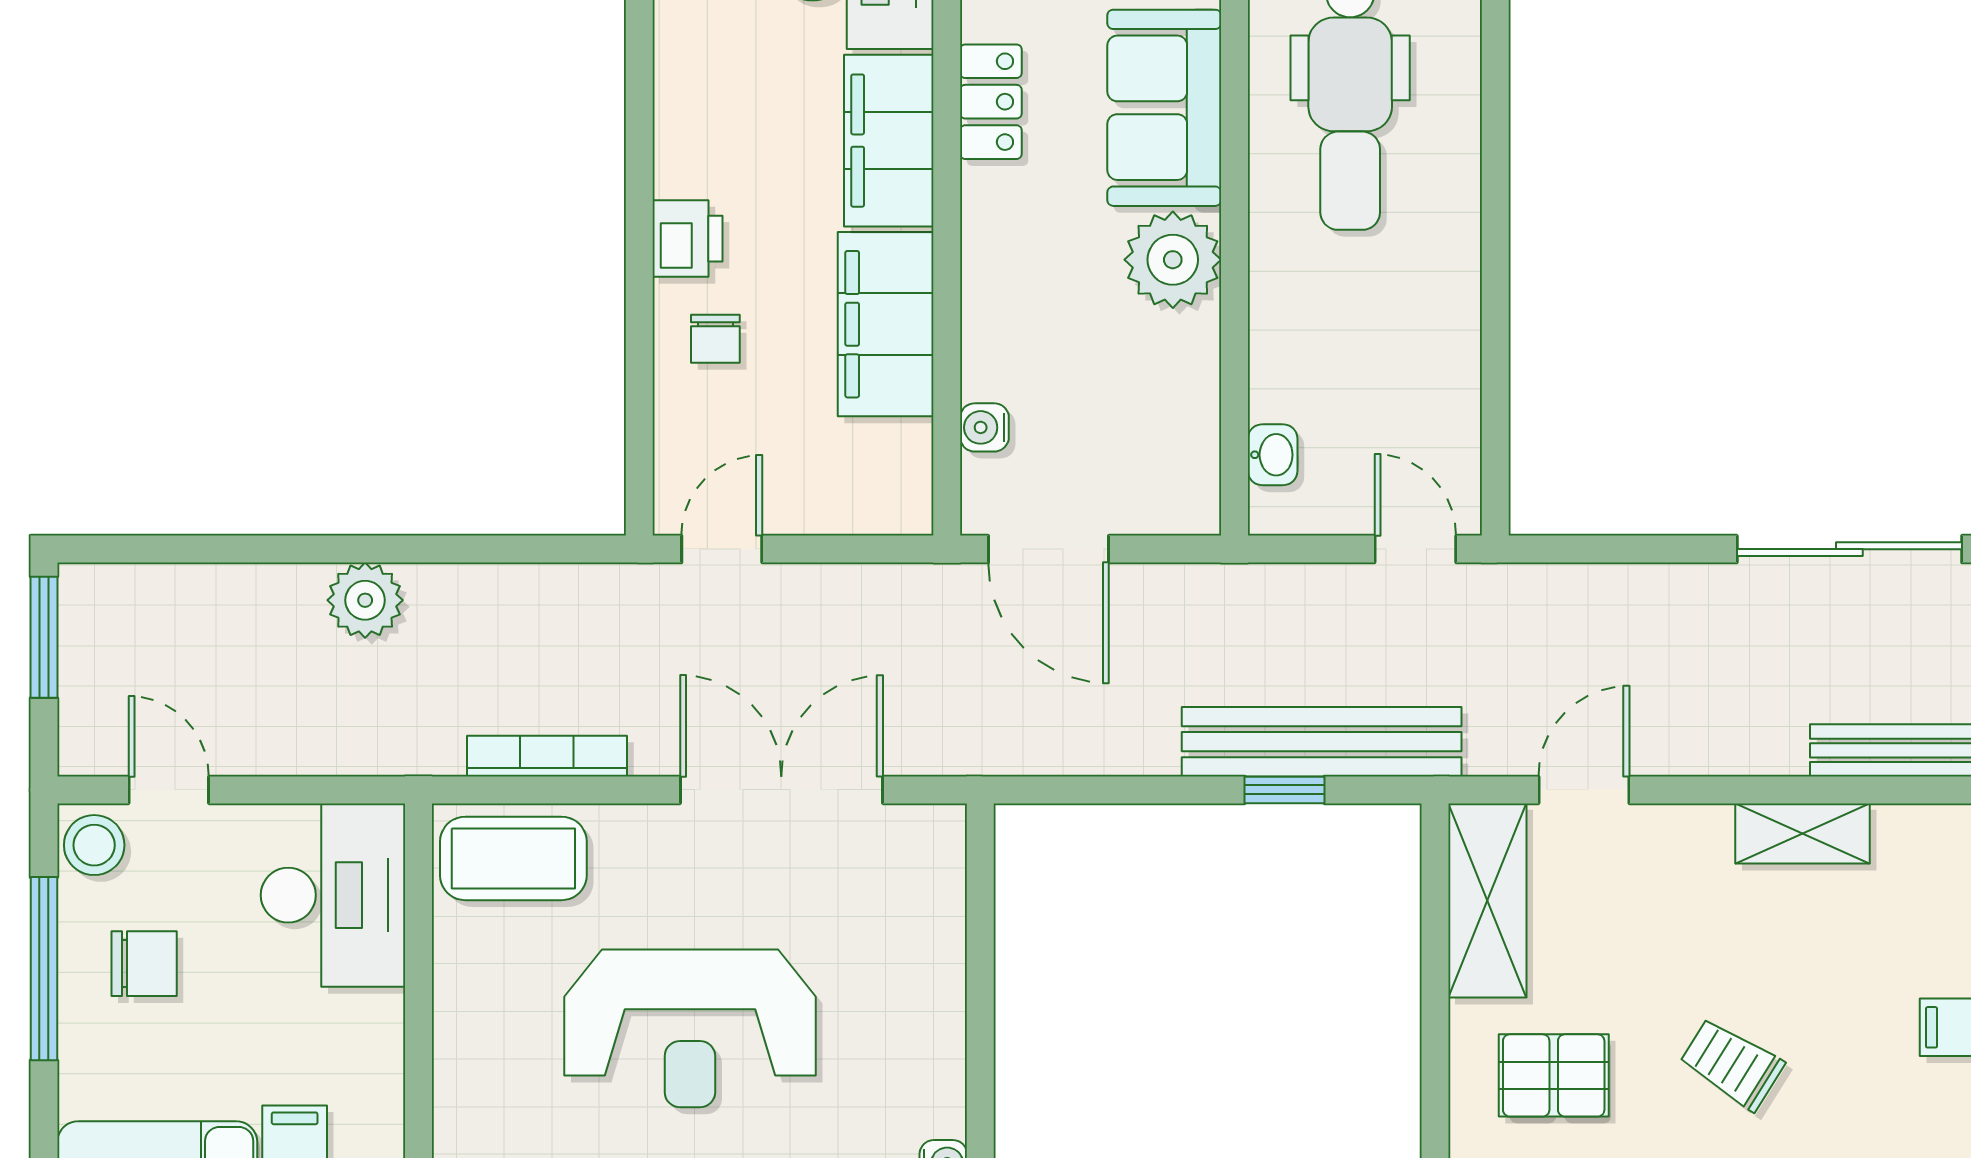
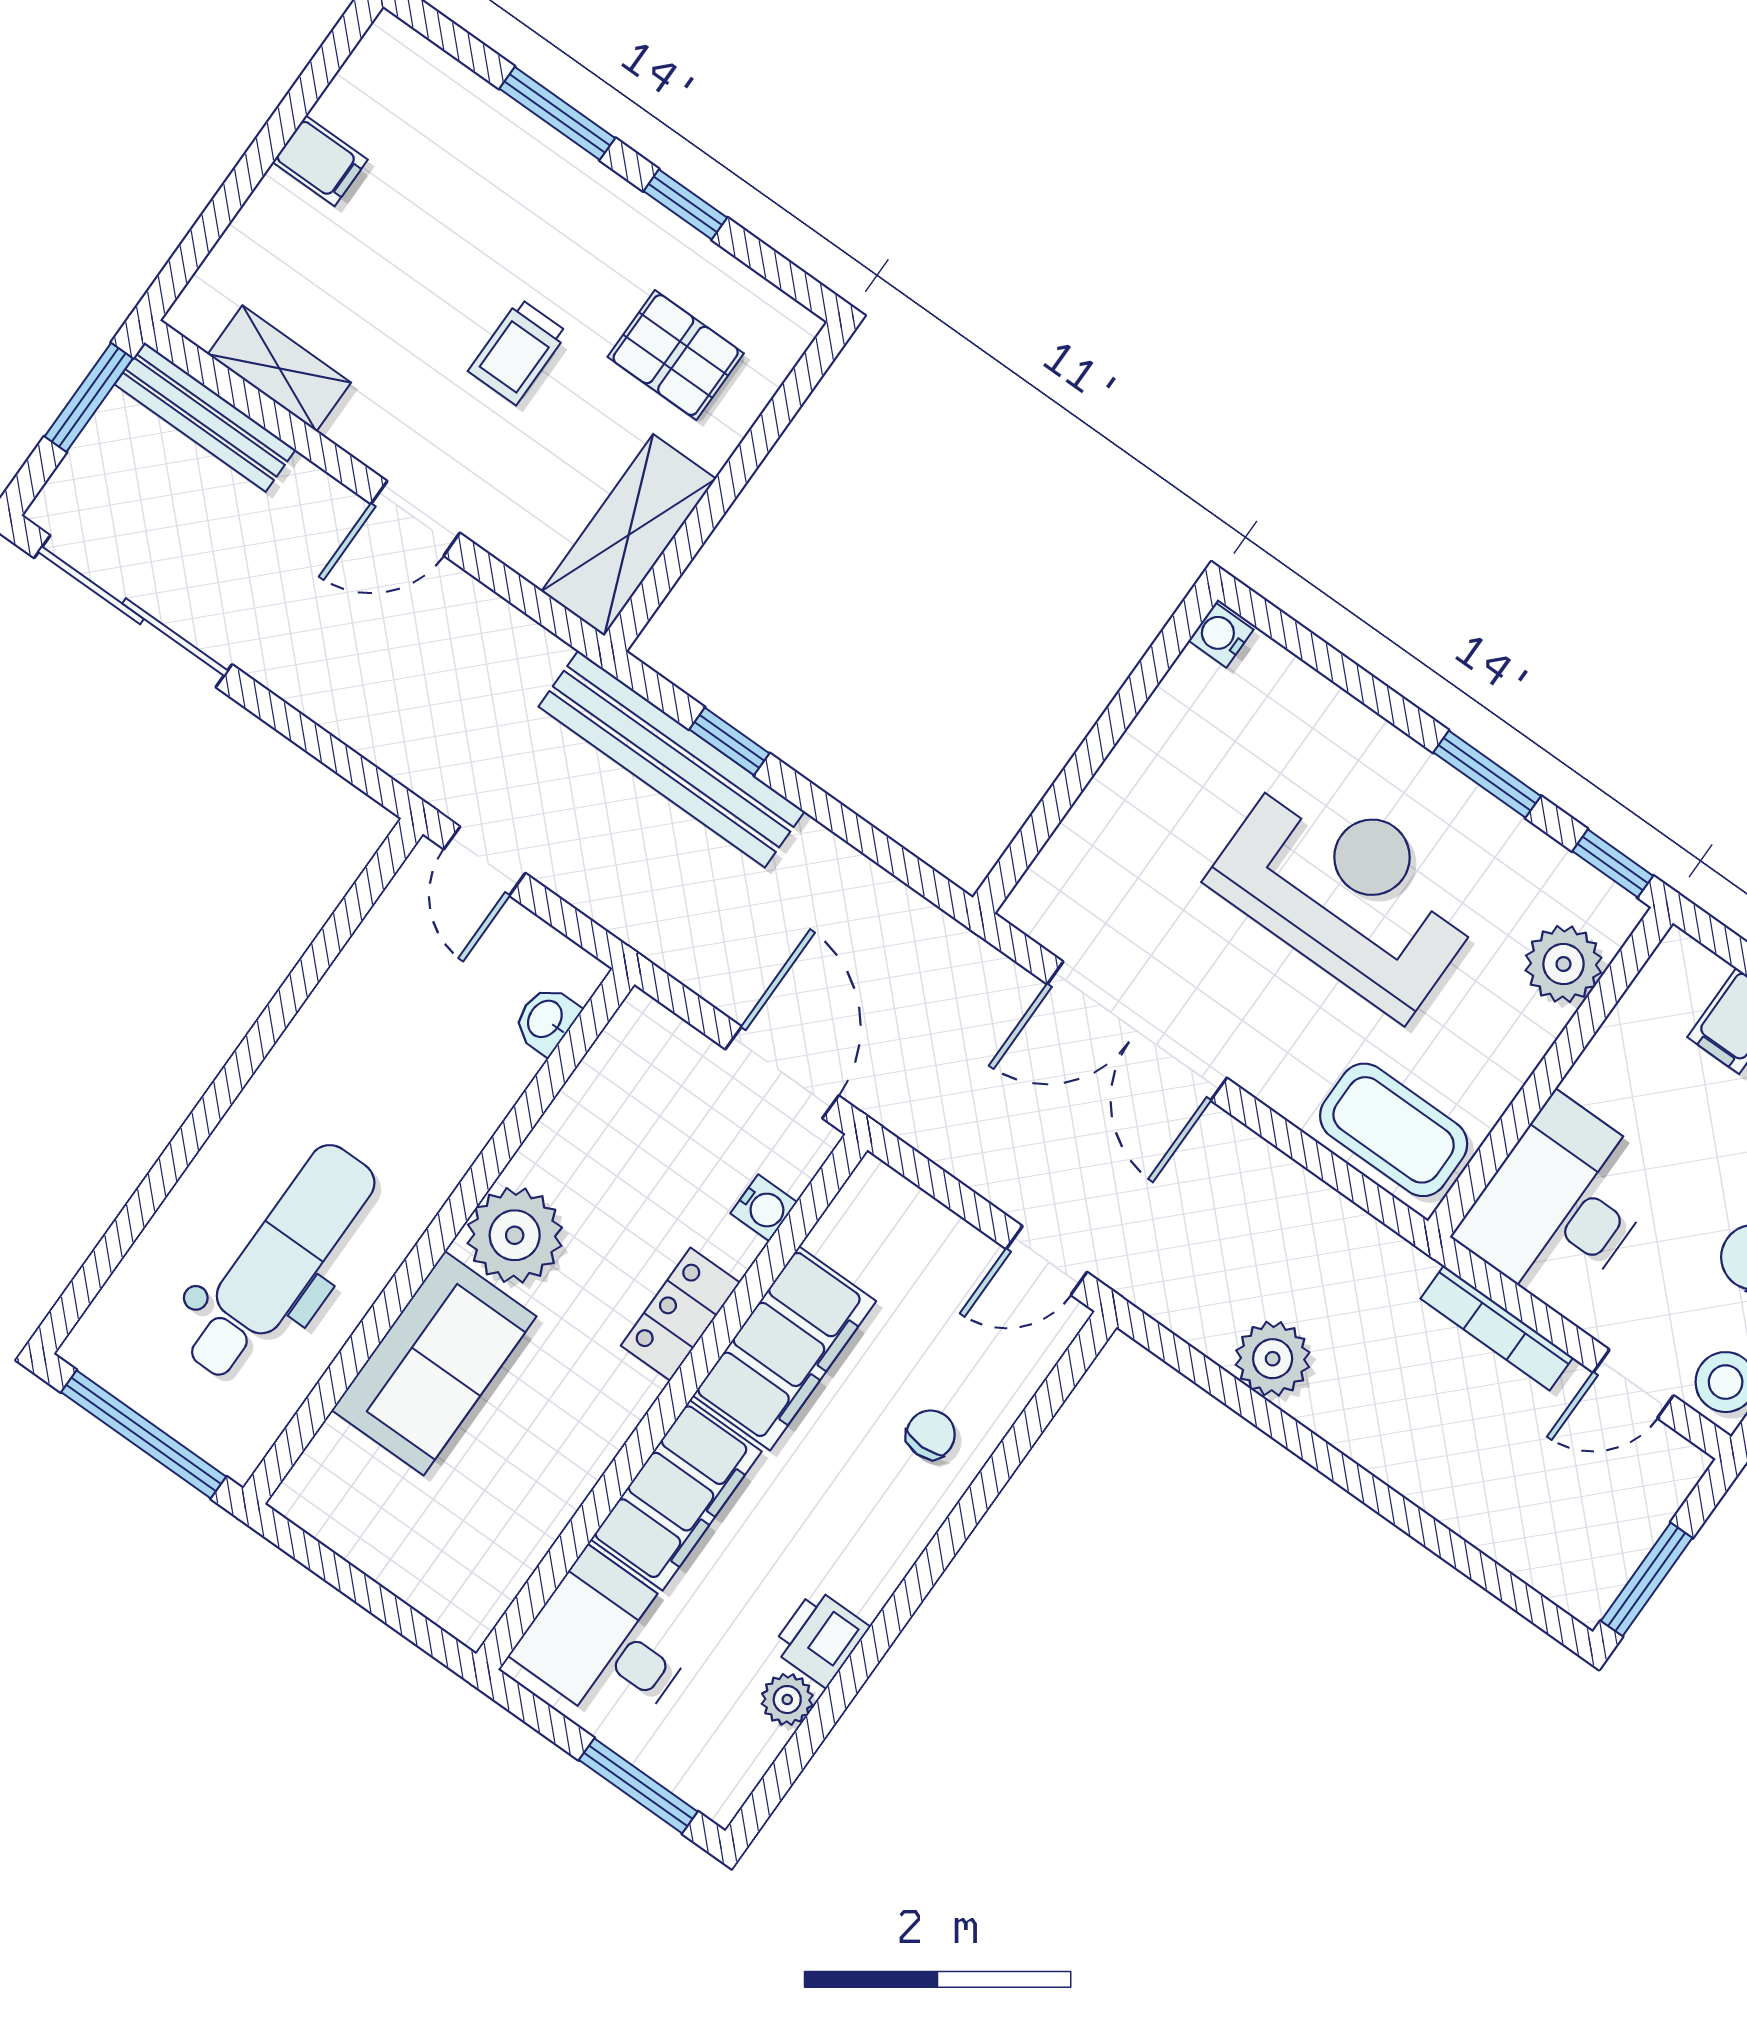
plant: (679, 38) -> (787, 1700), added
locker: (991, 102) -> (680, 1314), moved
printer: (687, 239) -> (820, 1638), moved
plant: (365, 600) -> (1273, 1359), moved
bookcase: (547, 756) -> (1497, 1328), moved
door: (169, 790) -> (1633, 1384), hinge flipped
door: (1584, 790) -> (415, 518), moved
shelving: (1803, 833) -> (279, 368), moved
trolley: (1732, 1064) -> (518, 352), moved, turned 58
plant: (471, 1093) -> (1563, 964), added

